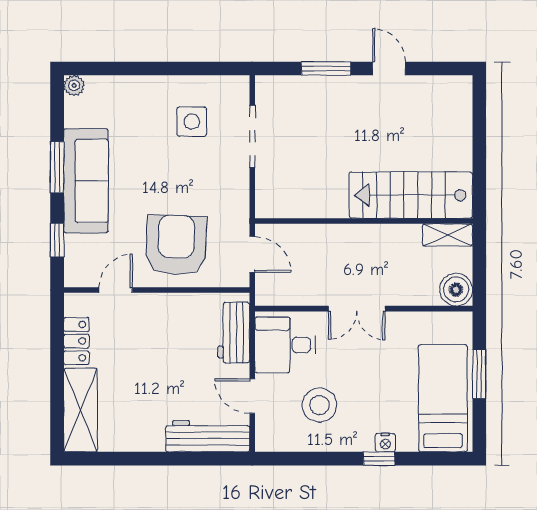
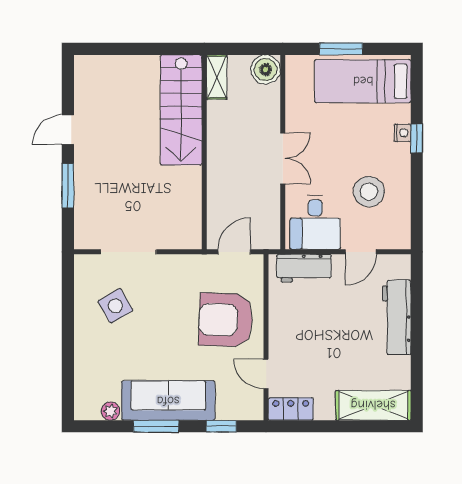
plant: (74, 85) -> (111, 411), moved
side table: (192, 122) -> (115, 306), turned -30
locker: (76, 341) -> (291, 409), moved
workbench: (208, 436) -> (397, 317), moved

